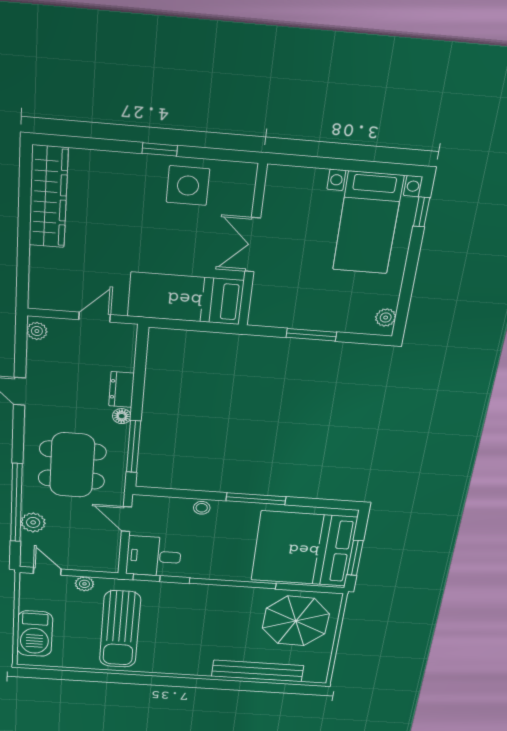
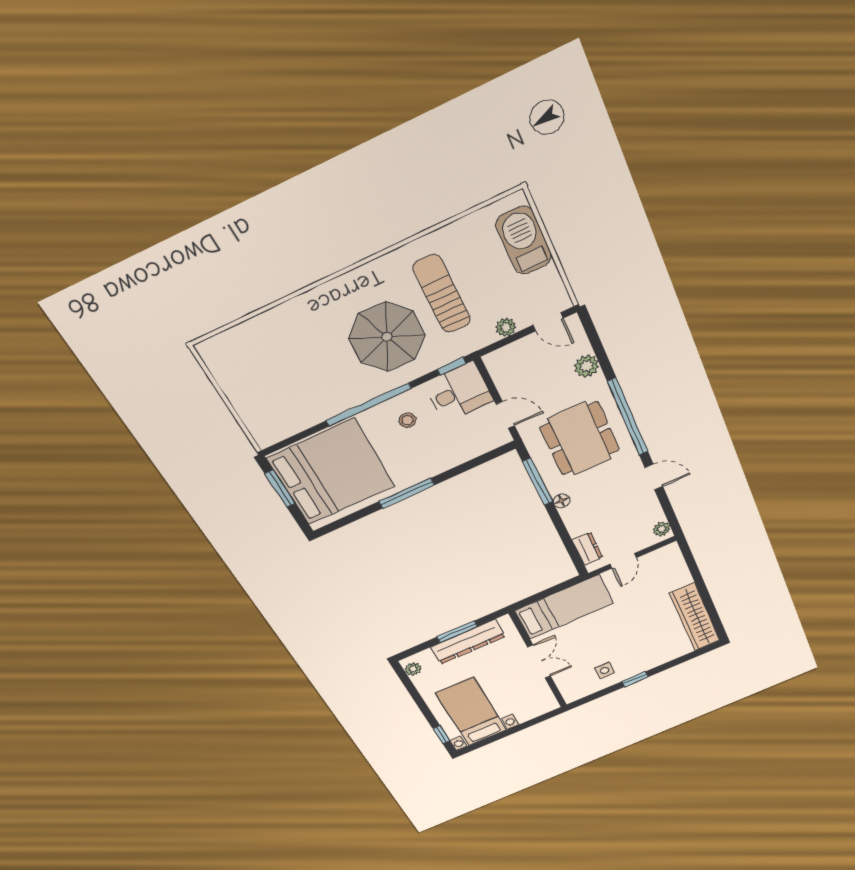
side table: (188, 186) -> (605, 670), width x0.54, depth x0.54
dresser: (309, 316) -> (468, 642), added
dresser: (121, 389) -> (587, 549), moved
window: (16, 503) -> (628, 417), moved
stool: (202, 508) -> (407, 420), moved
parasol: (296, 621) -> (387, 337), moved
sun lounger: (120, 629) -> (442, 294), width x0.73, depth x0.75
bench: (258, 671) -> (272, 321), removed

